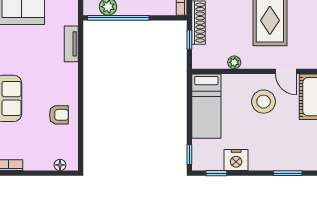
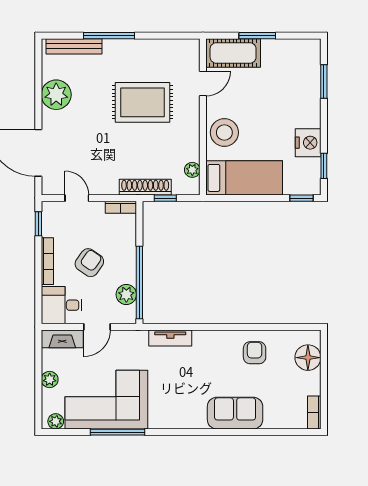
plant: (234, 62) -> (192, 170), moved
stool: (264, 102) -> (224, 133), moved
floor lamp: (60, 165) -> (308, 358), width x1.89, depth x1.89

